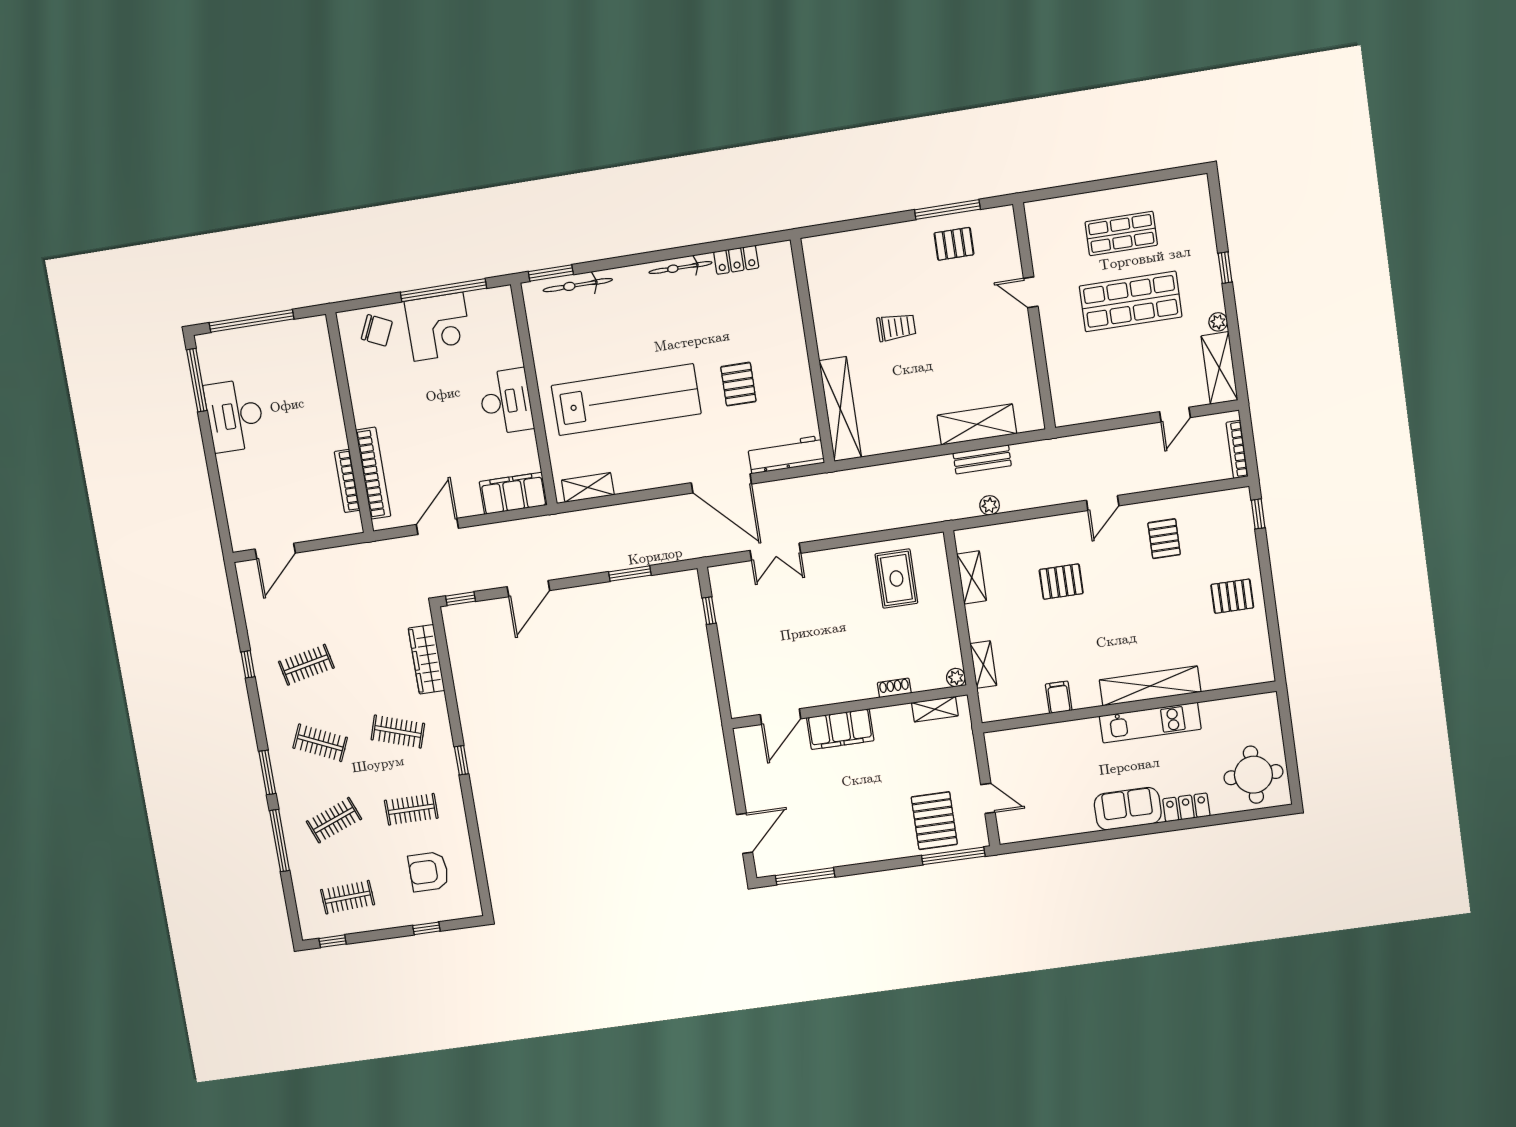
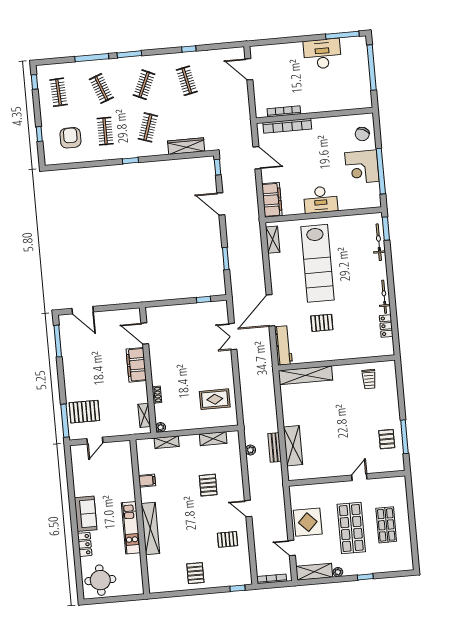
trolley: (896, 327) -> (369, 379), moved
display table: (1123, 387) -> (308, 522), added

